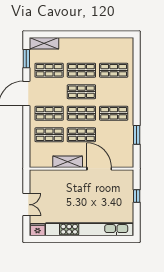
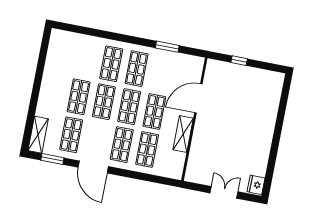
shop shelf: (114, 70) -> (111, 64), moved
kitchen unit: (89, 229) -> (267, 124), removed

